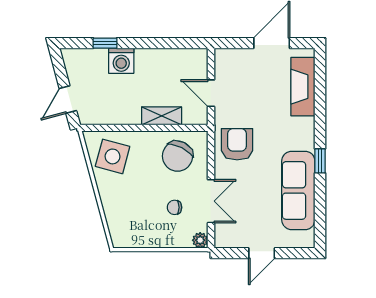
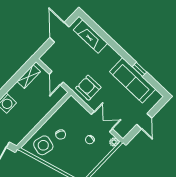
door: (211, 93) -> (56, 78), hinge flipped
shelving: (162, 116) -> (29, 76), moved
chair: (178, 156) -> (61, 135), moved, width x0.54, depth x0.54
window: (320, 161) -> (139, 69), moved

